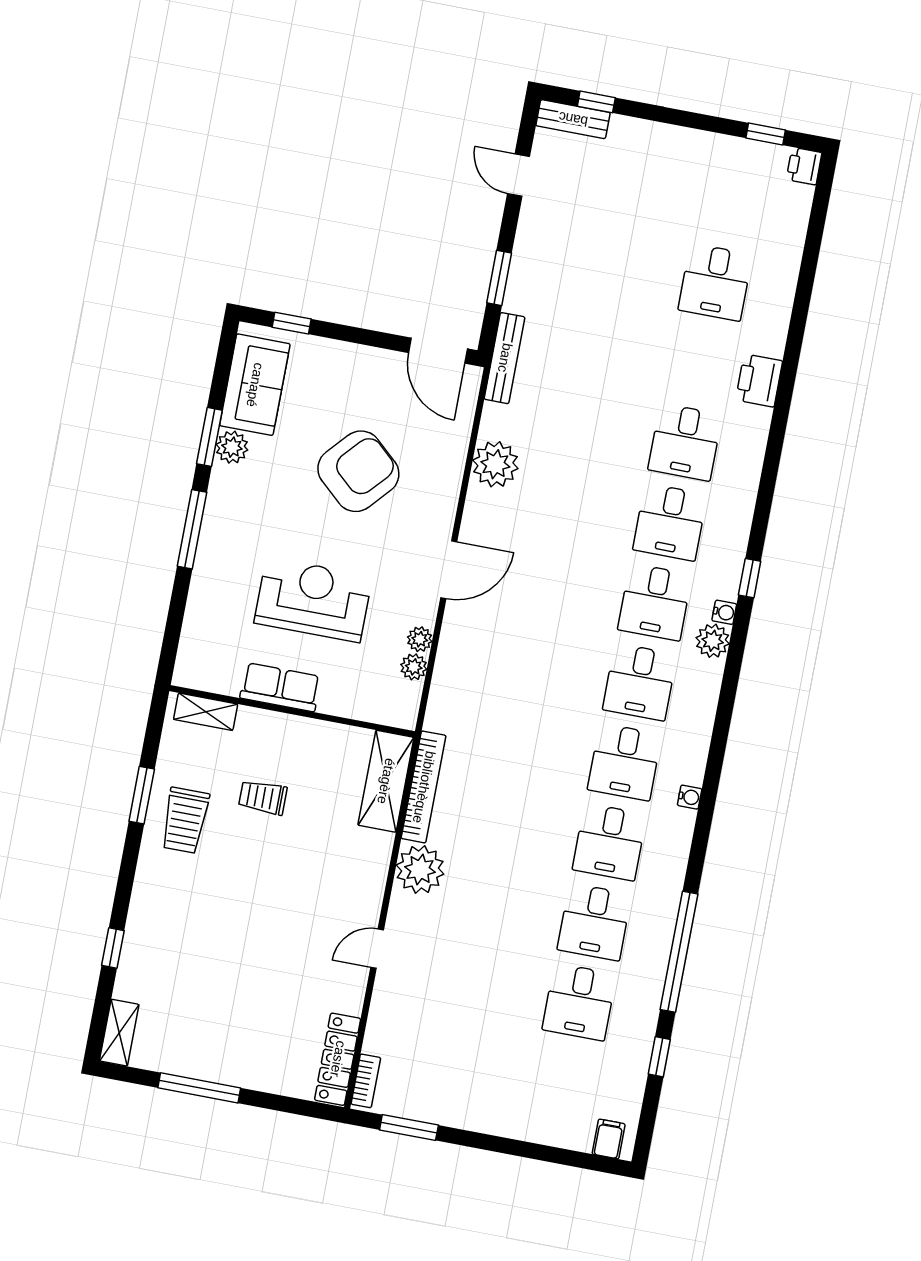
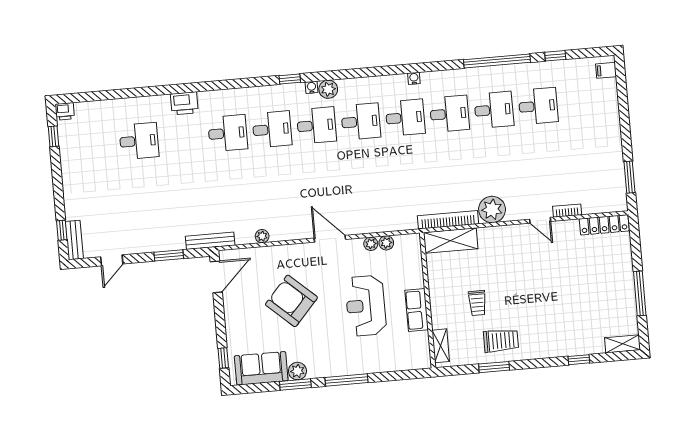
plant: (495, 464) -> (262, 236), width x0.53, depth x0.53
bookcase: (366, 1081) -> (567, 211), moved

